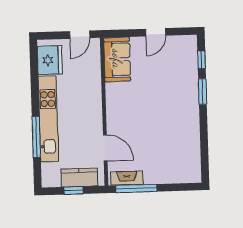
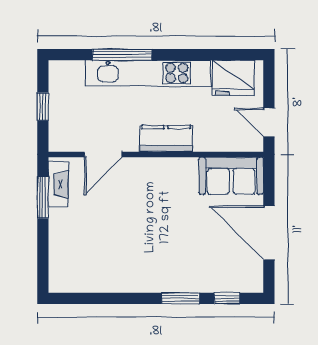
door: (156, 32) -> (269, 233), width x1.87
kitchen counter: (79, 177) -> (166, 139), moved, turned -90
window: (136, 188) -> (43, 198), width x0.69

